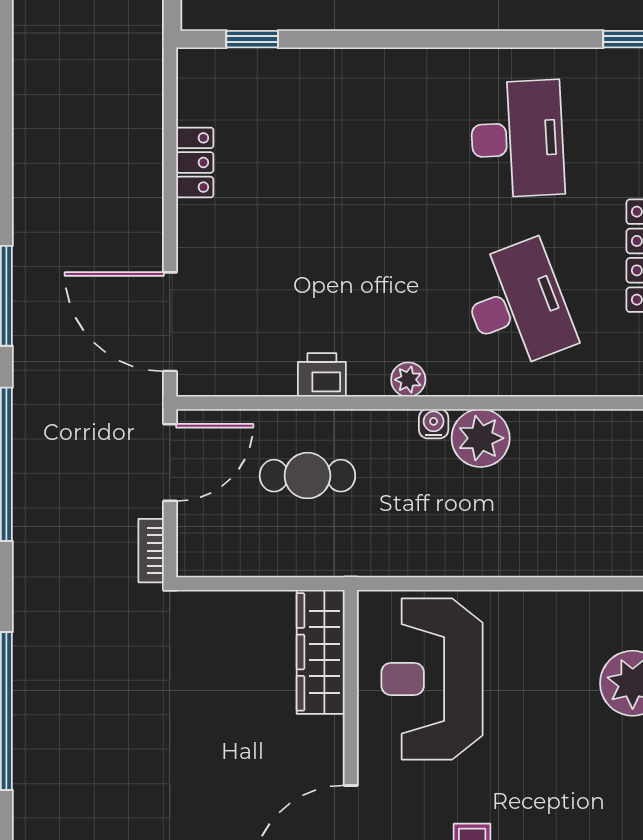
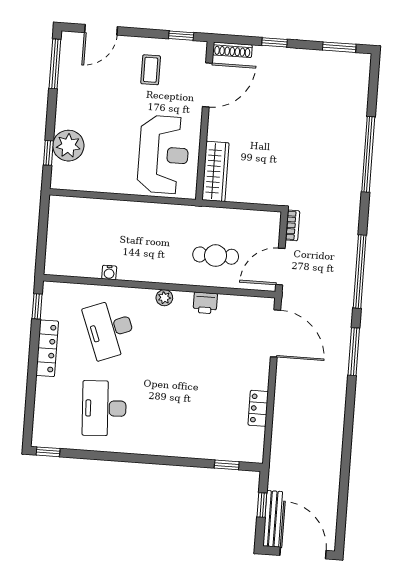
water cooler: (434, 424) -> (109, 273), moved
plant: (481, 438) -> (132, 267), removed

